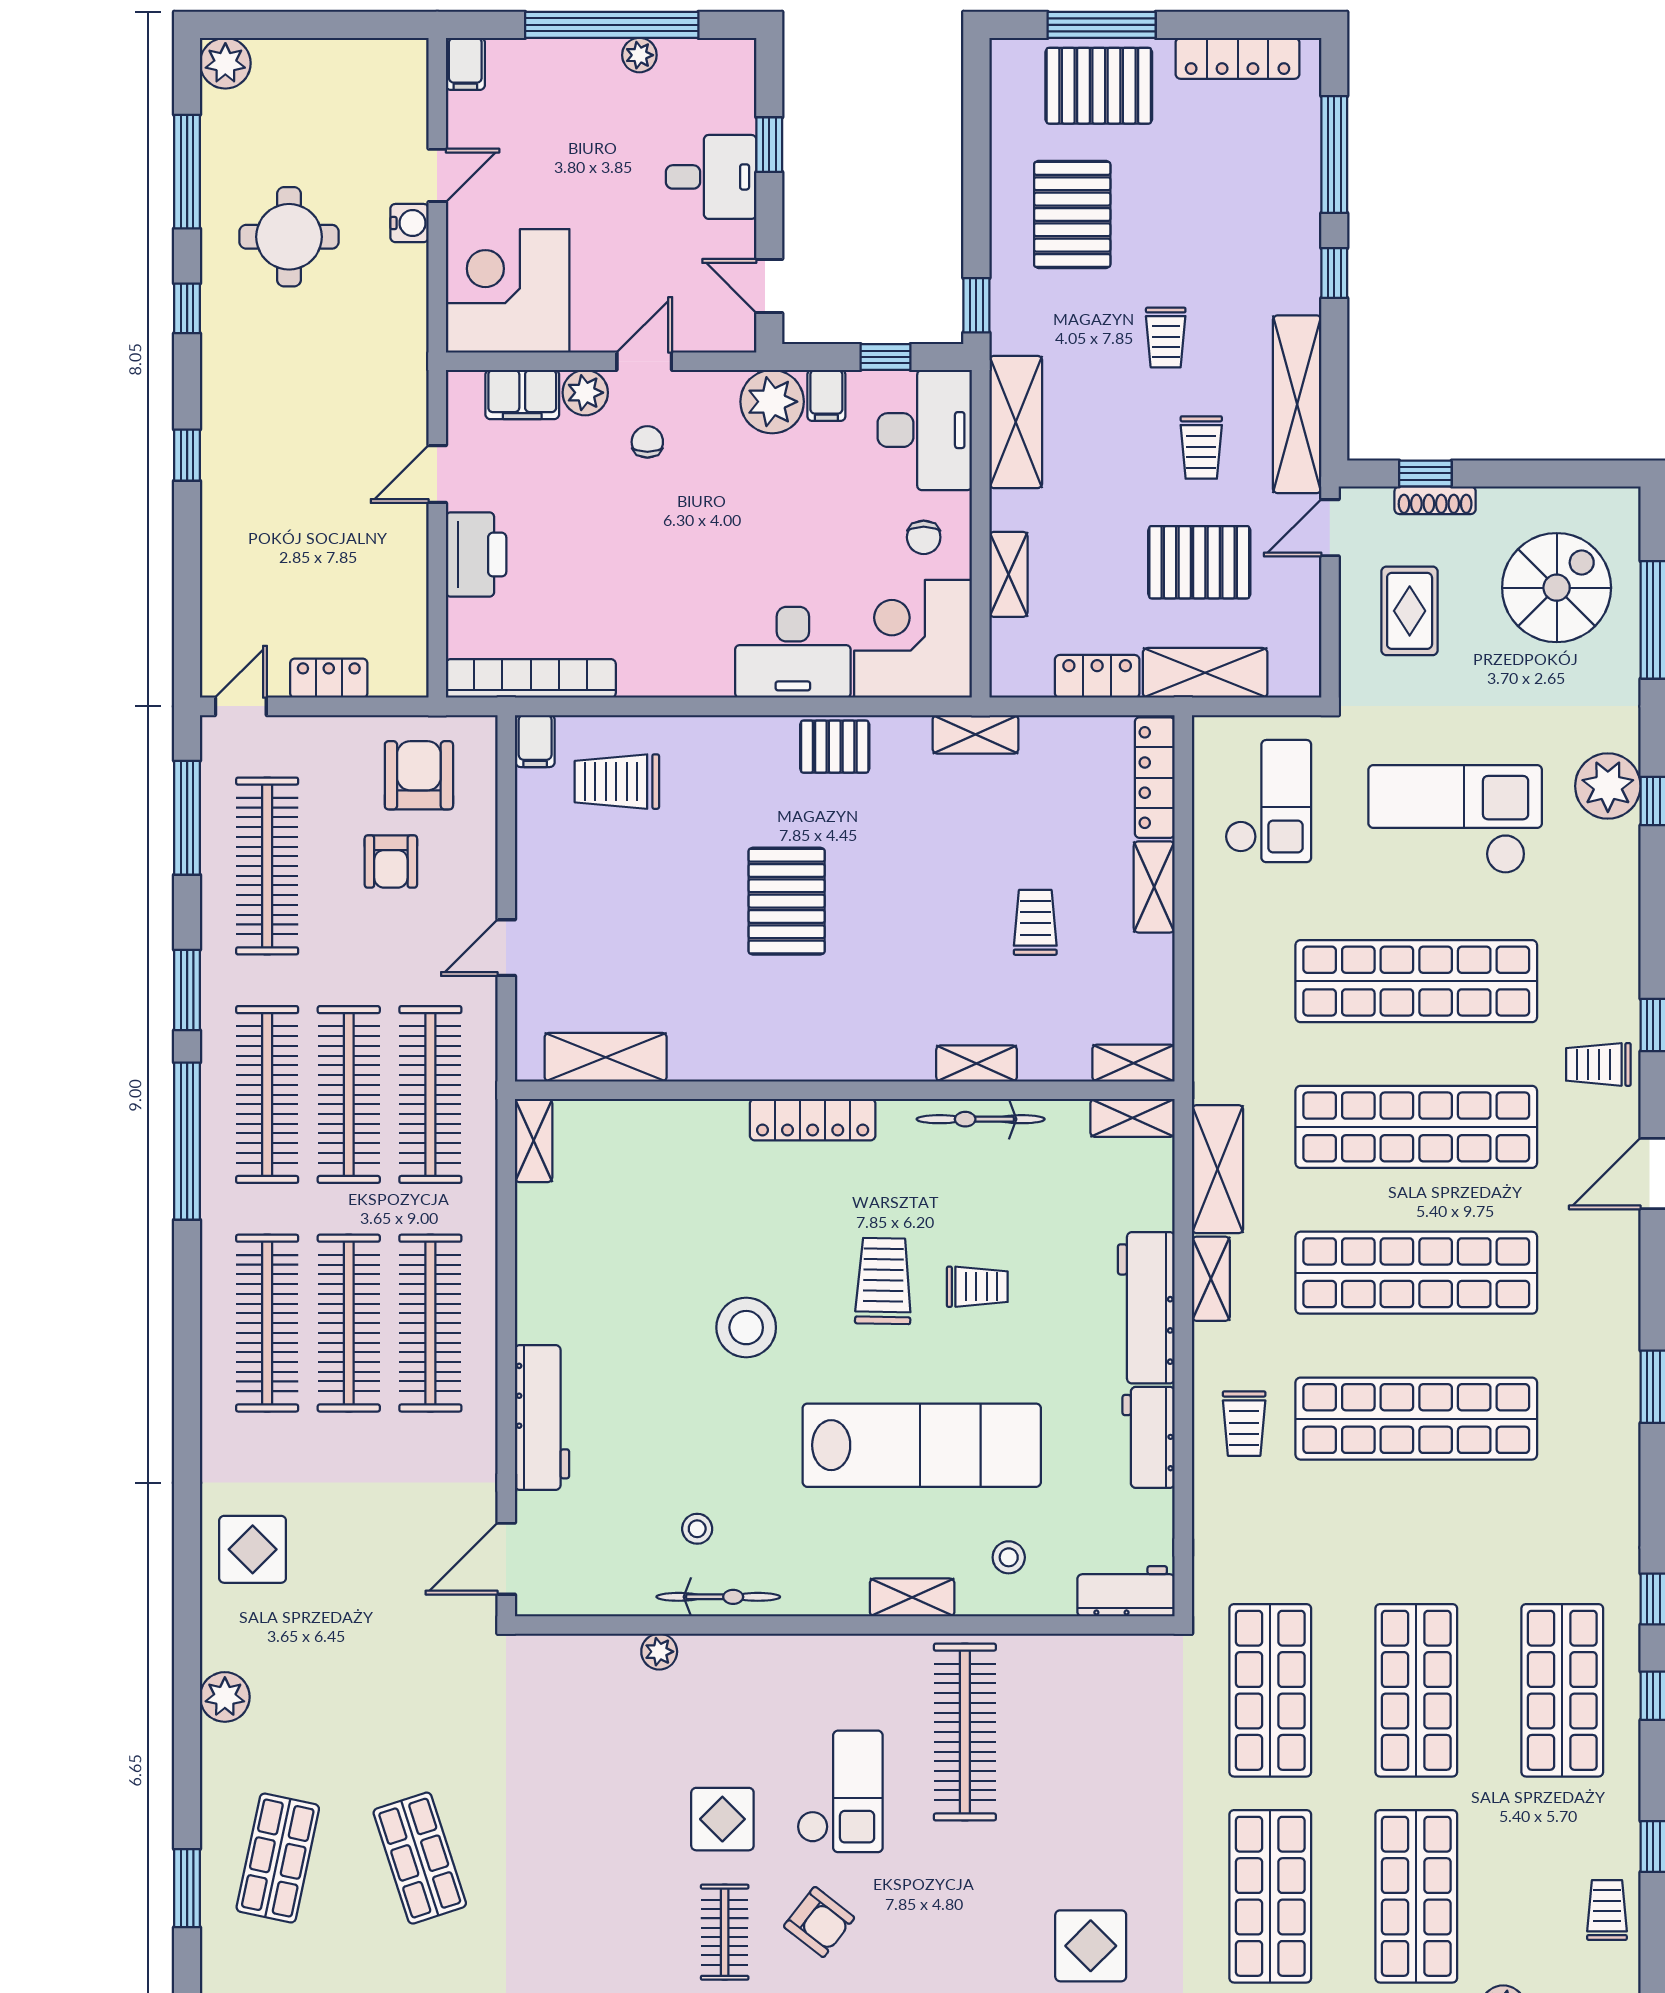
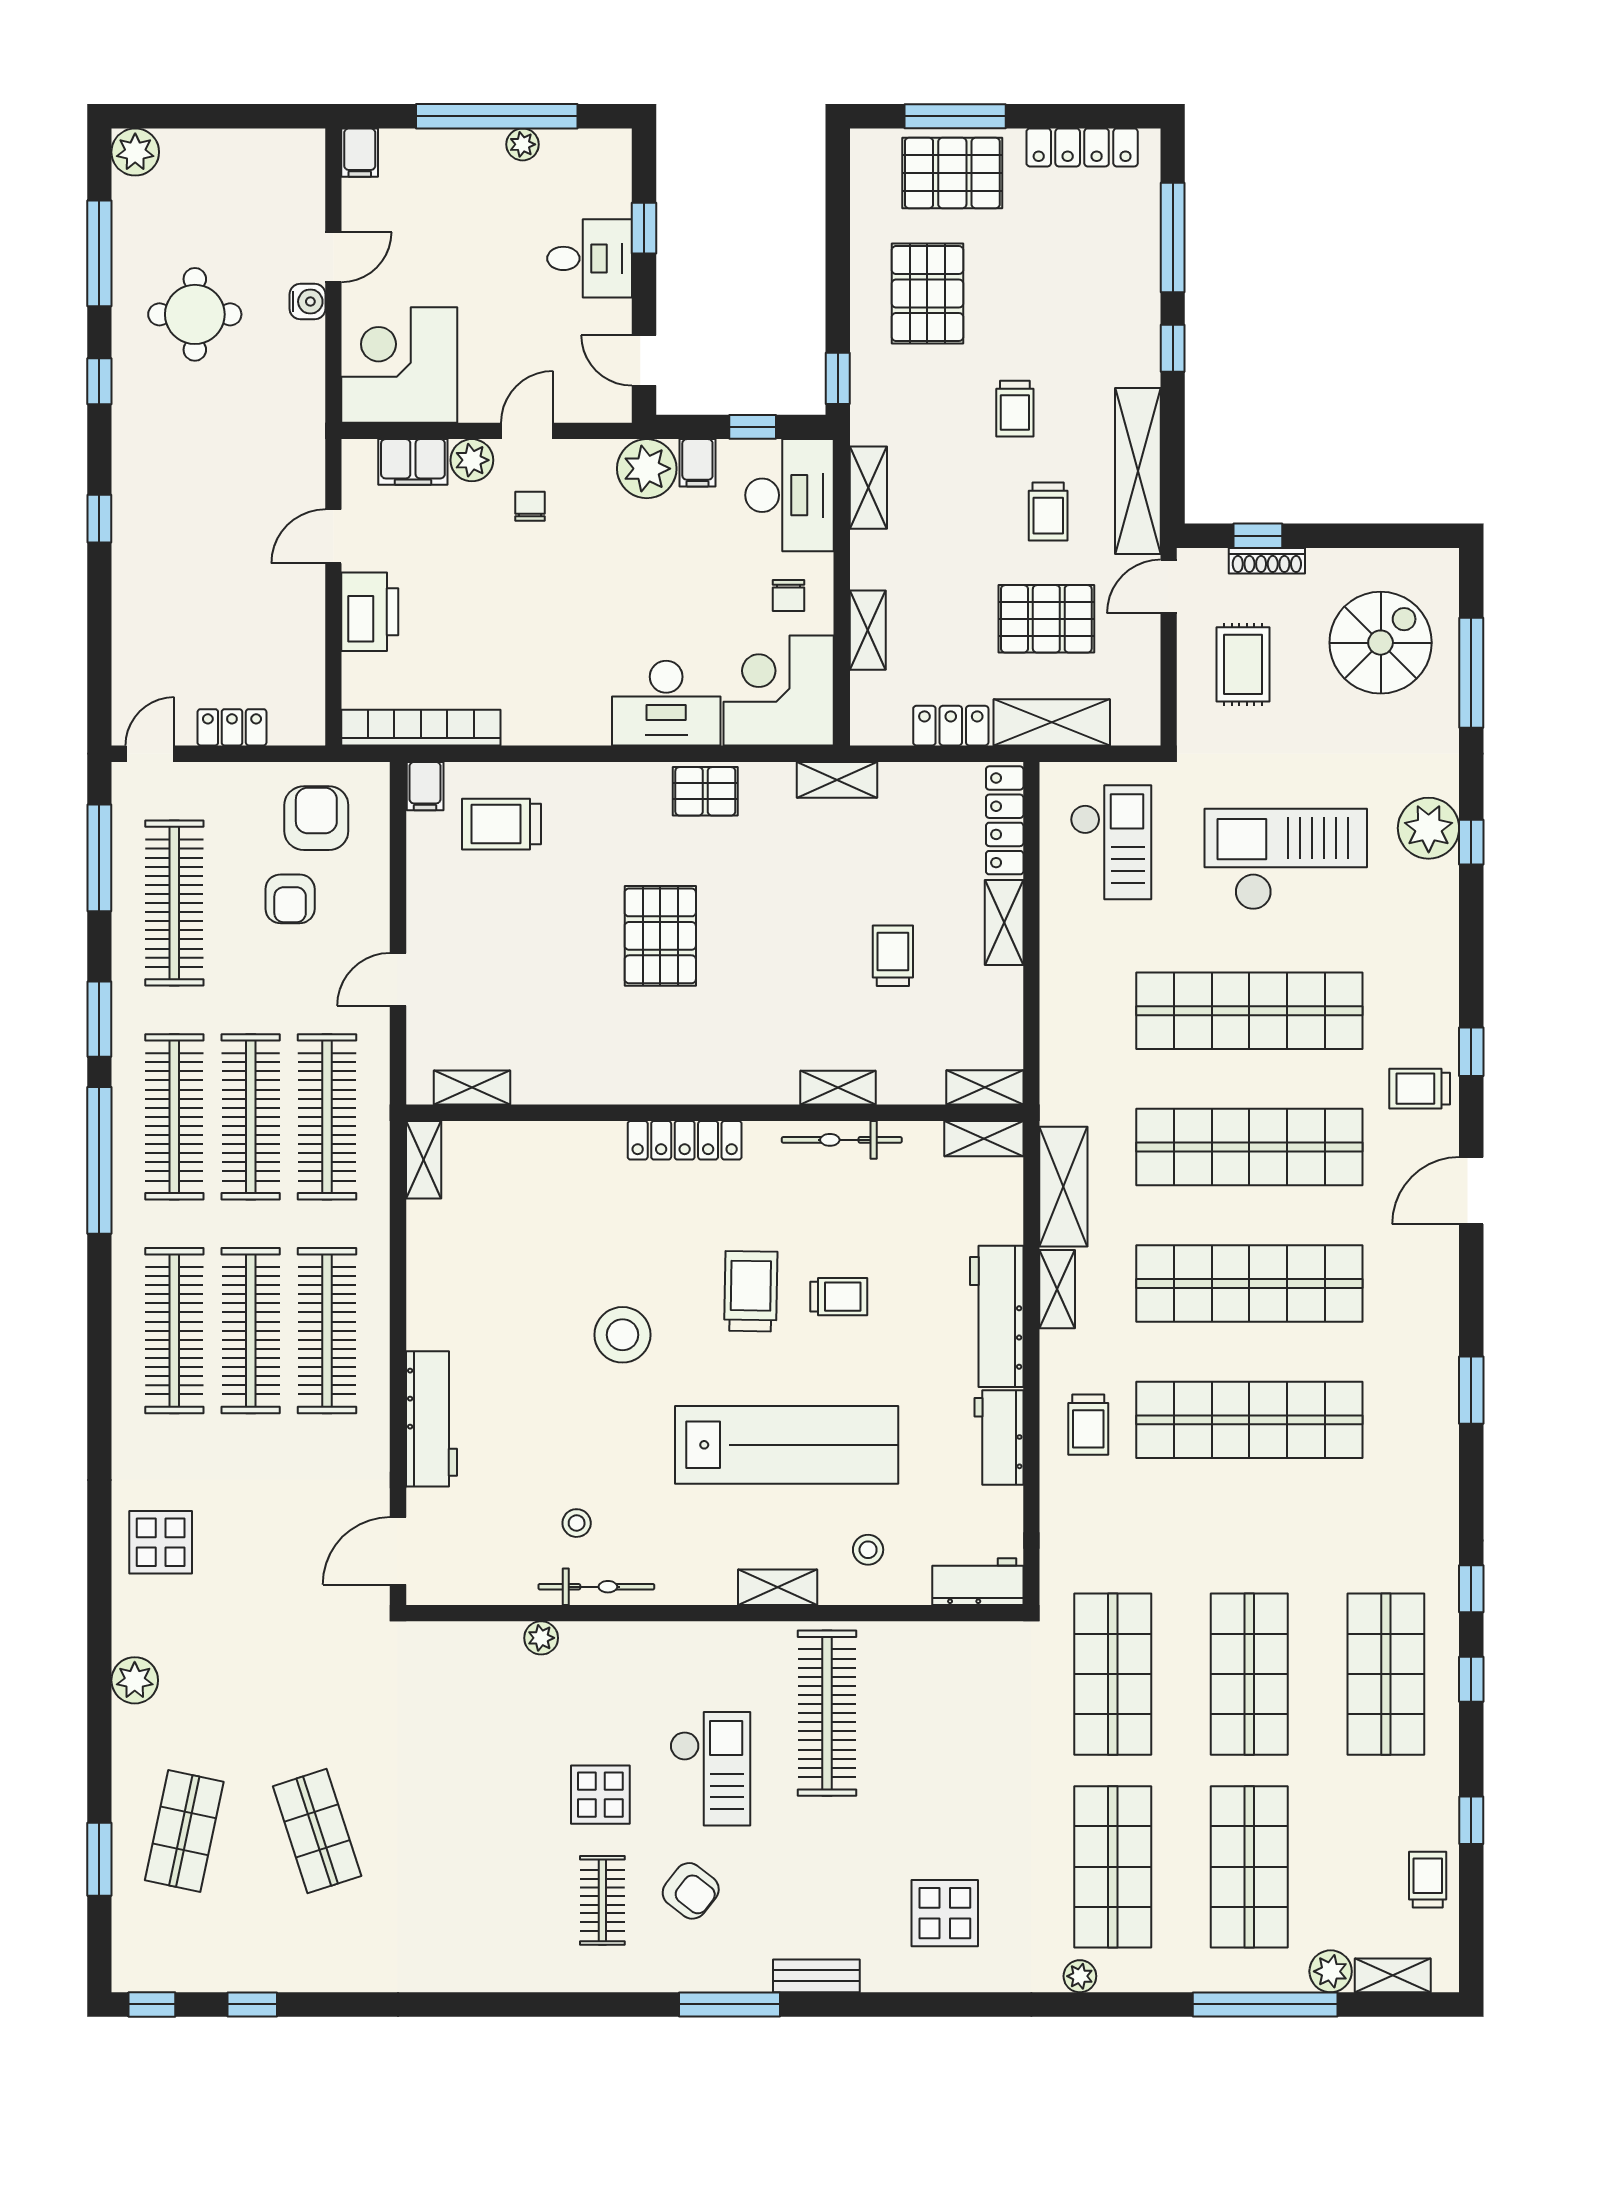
shelving: (1016, 422) -> (868, 488), width x0.67, depth x0.75
shelving: (606, 1057) -> (472, 1088), width x0.67, depth x0.75

